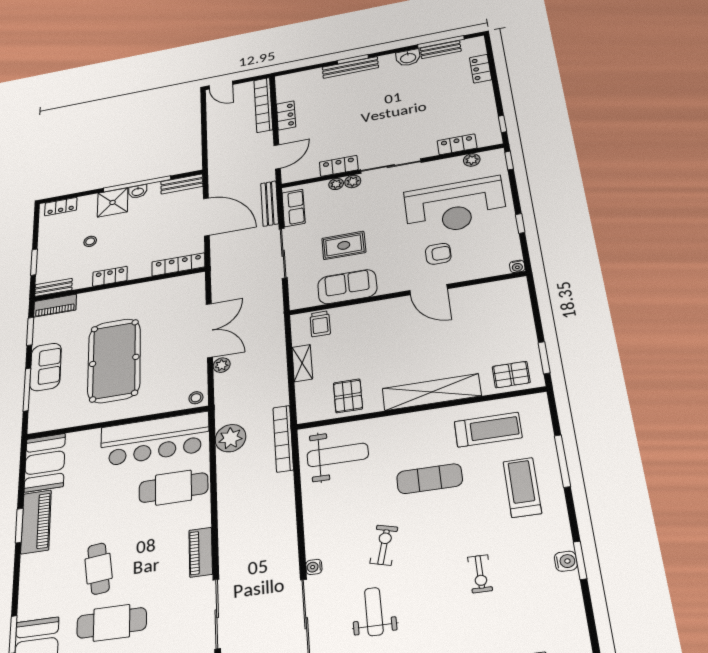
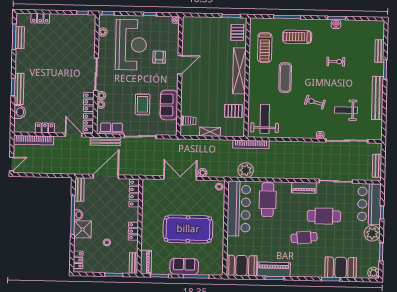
washbasin: (408, 58) -> (20, 112), moved
locker: (457, 144) -> (88, 123), moved
treadmill: (488, 430) -> (265, 47), turned 180
cafe table: (112, 623) -> (324, 216), moved, turned 90

